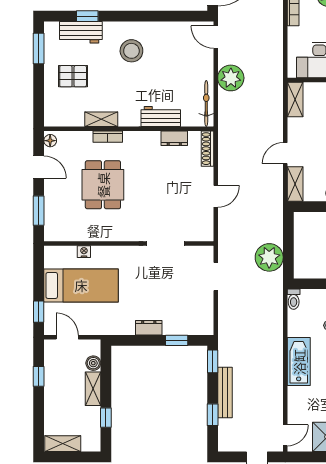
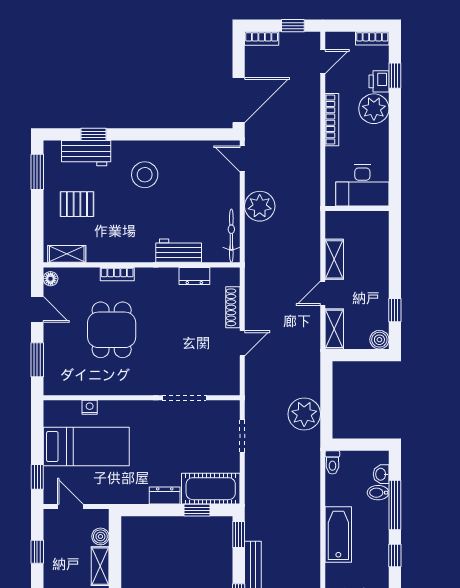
shelving: (295, 99) -> (334, 259), moved
shelving: (101, 119) -> (67, 254), moved
shoe rack: (208, 149) -> (233, 307), moved
cot: (188, 322) -> (211, 489), added

